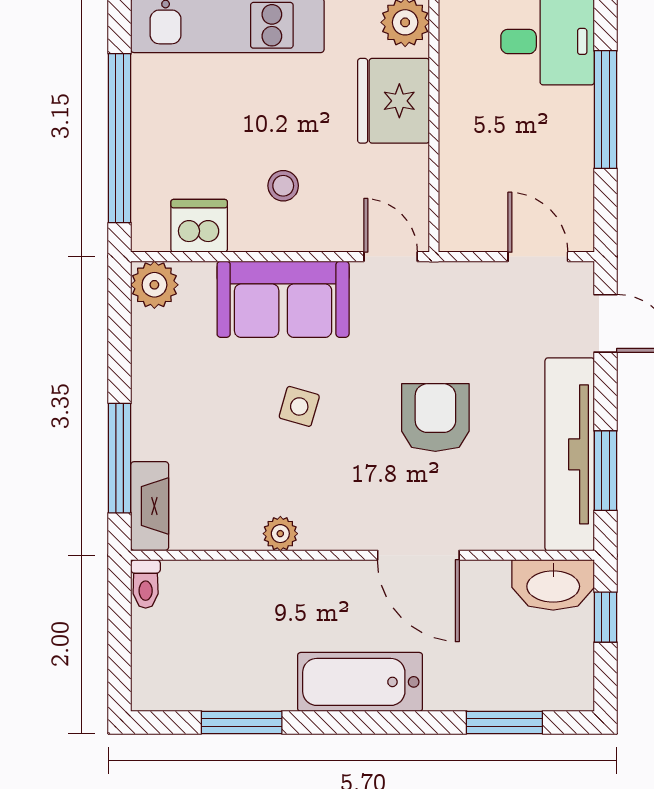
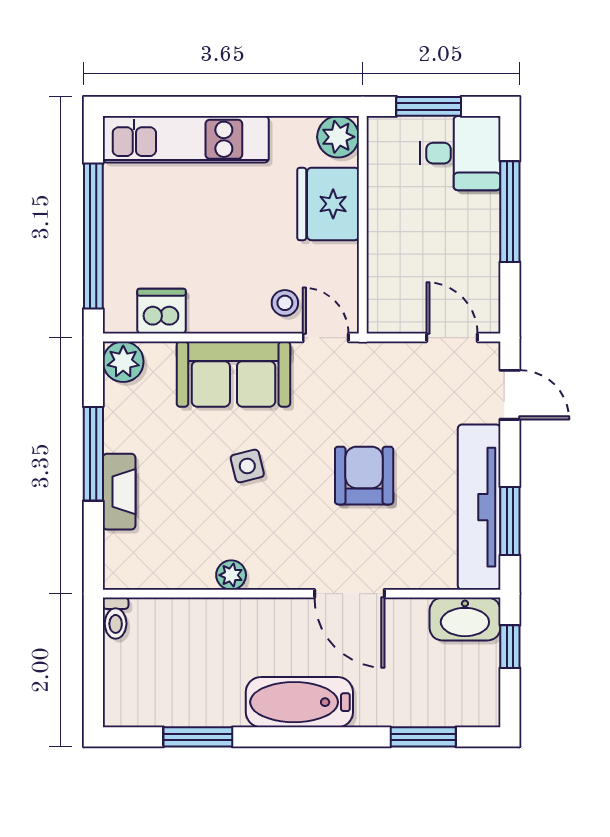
stool: (283, 186) -> (285, 303), moved
side table: (299, 406) -> (247, 466), turned -30
window: (120, 458) -> (93, 454), moved
fireplace: (150, 506) -> (119, 492), moved

